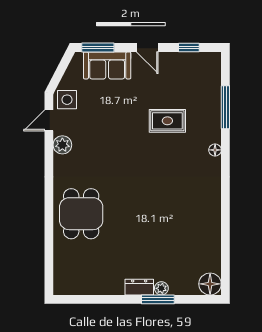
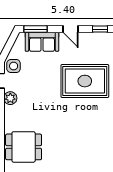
rug: (167, 121) -> (85, 81), width x1.86, depth x2.06
dining table: (81, 214) -> (24, 147), turned 90

